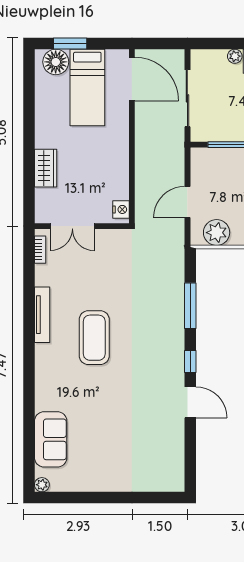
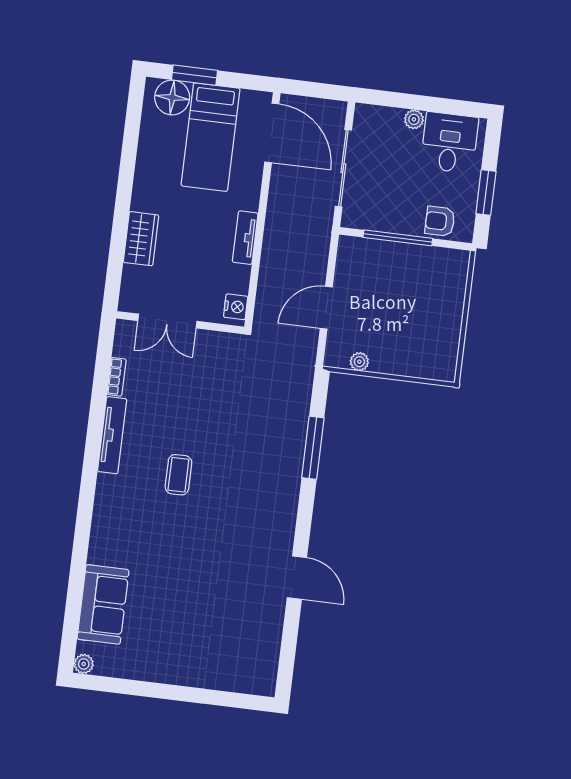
tv unit: (122, 158) -> (245, 238), added
plant: (217, 233) -> (359, 362), width x0.53, depth x0.53
bookcase: (40, 250) -> (117, 377), moved
coffee table: (94, 338) -> (178, 475), width x0.54, depth x0.58
window: (190, 361) -> (304, 523), removed

